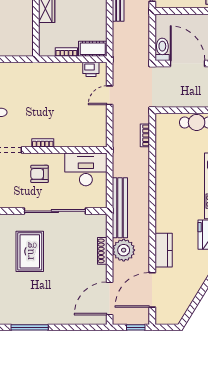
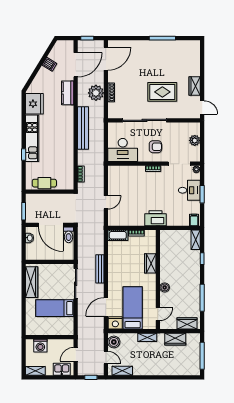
printer: (91, 69) -> (156, 218), moved, width x1.87, depth x1.48
bench: (120, 208) -> (83, 128), moved
rug: (30, 251) -> (162, 92), turned 90
dishwasher: (189, 290) -> (49, 64), added

